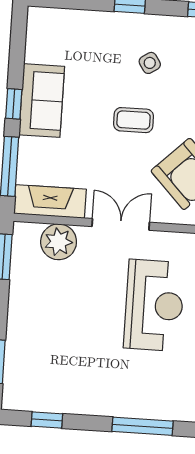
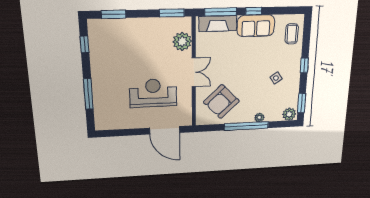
coffee table: (134, 120) -> (292, 34), moved
fireplace: (50, 201) -> (218, 24), moved, turned 90
reception desk: (154, 305) -> (153, 93), turned 180

